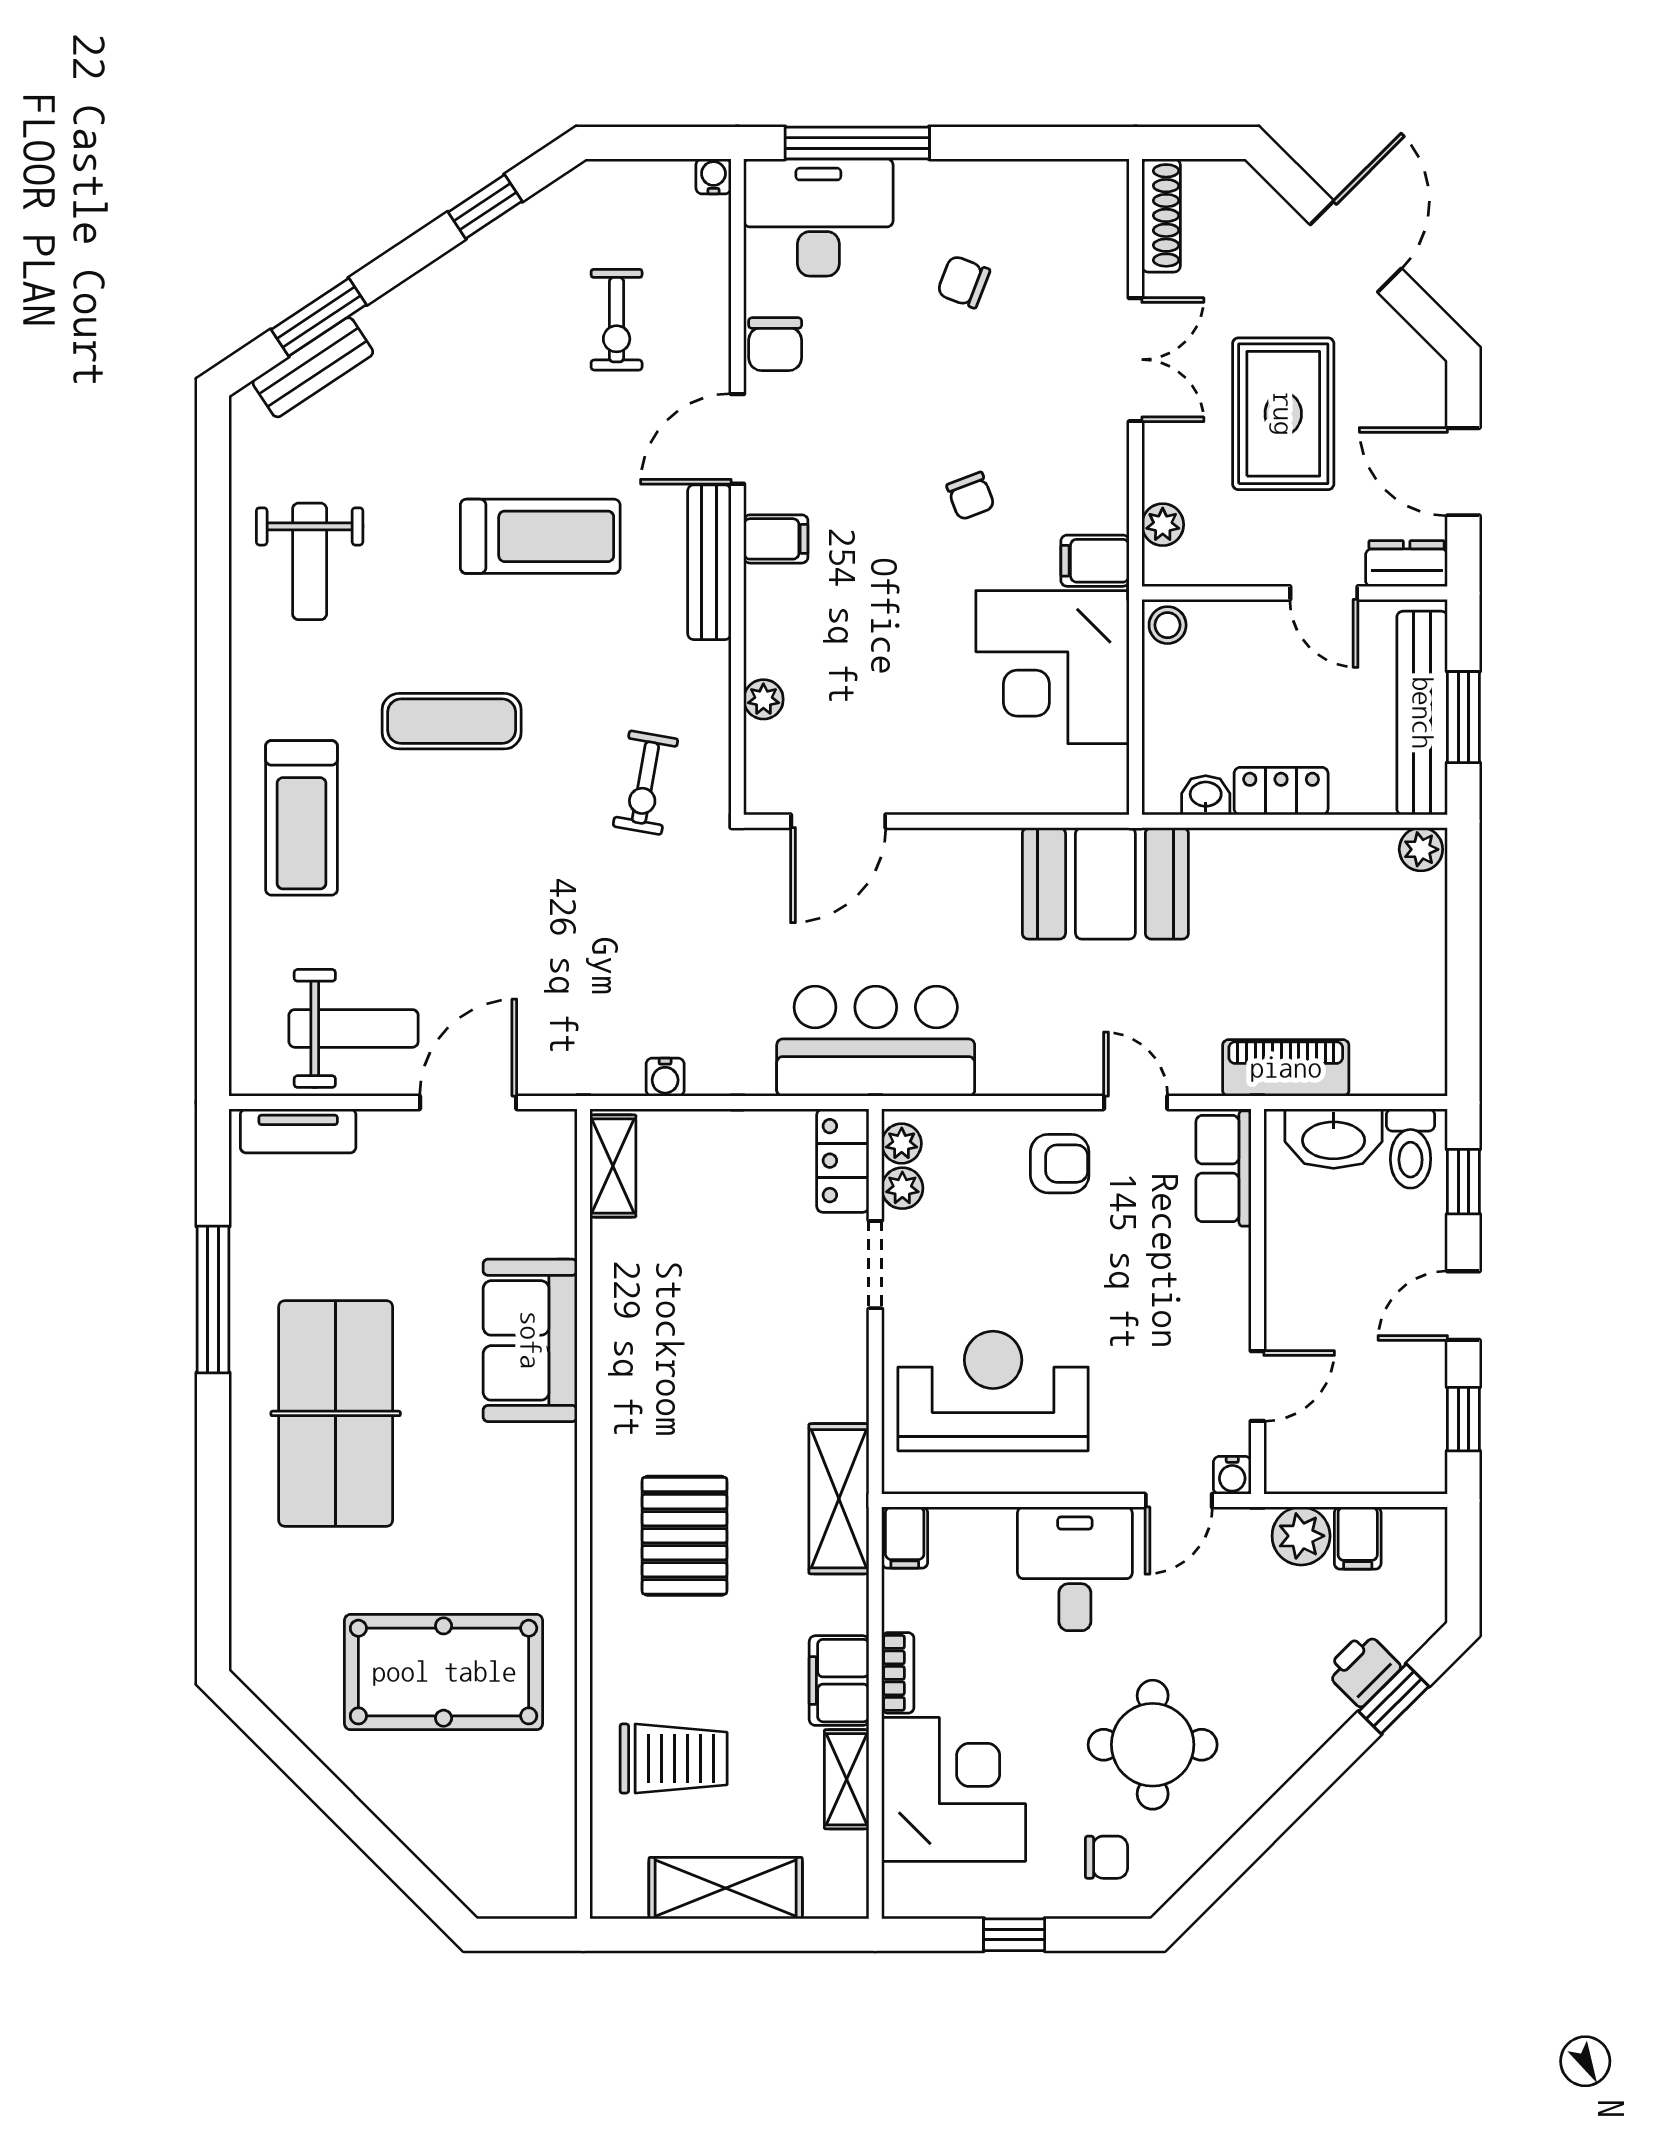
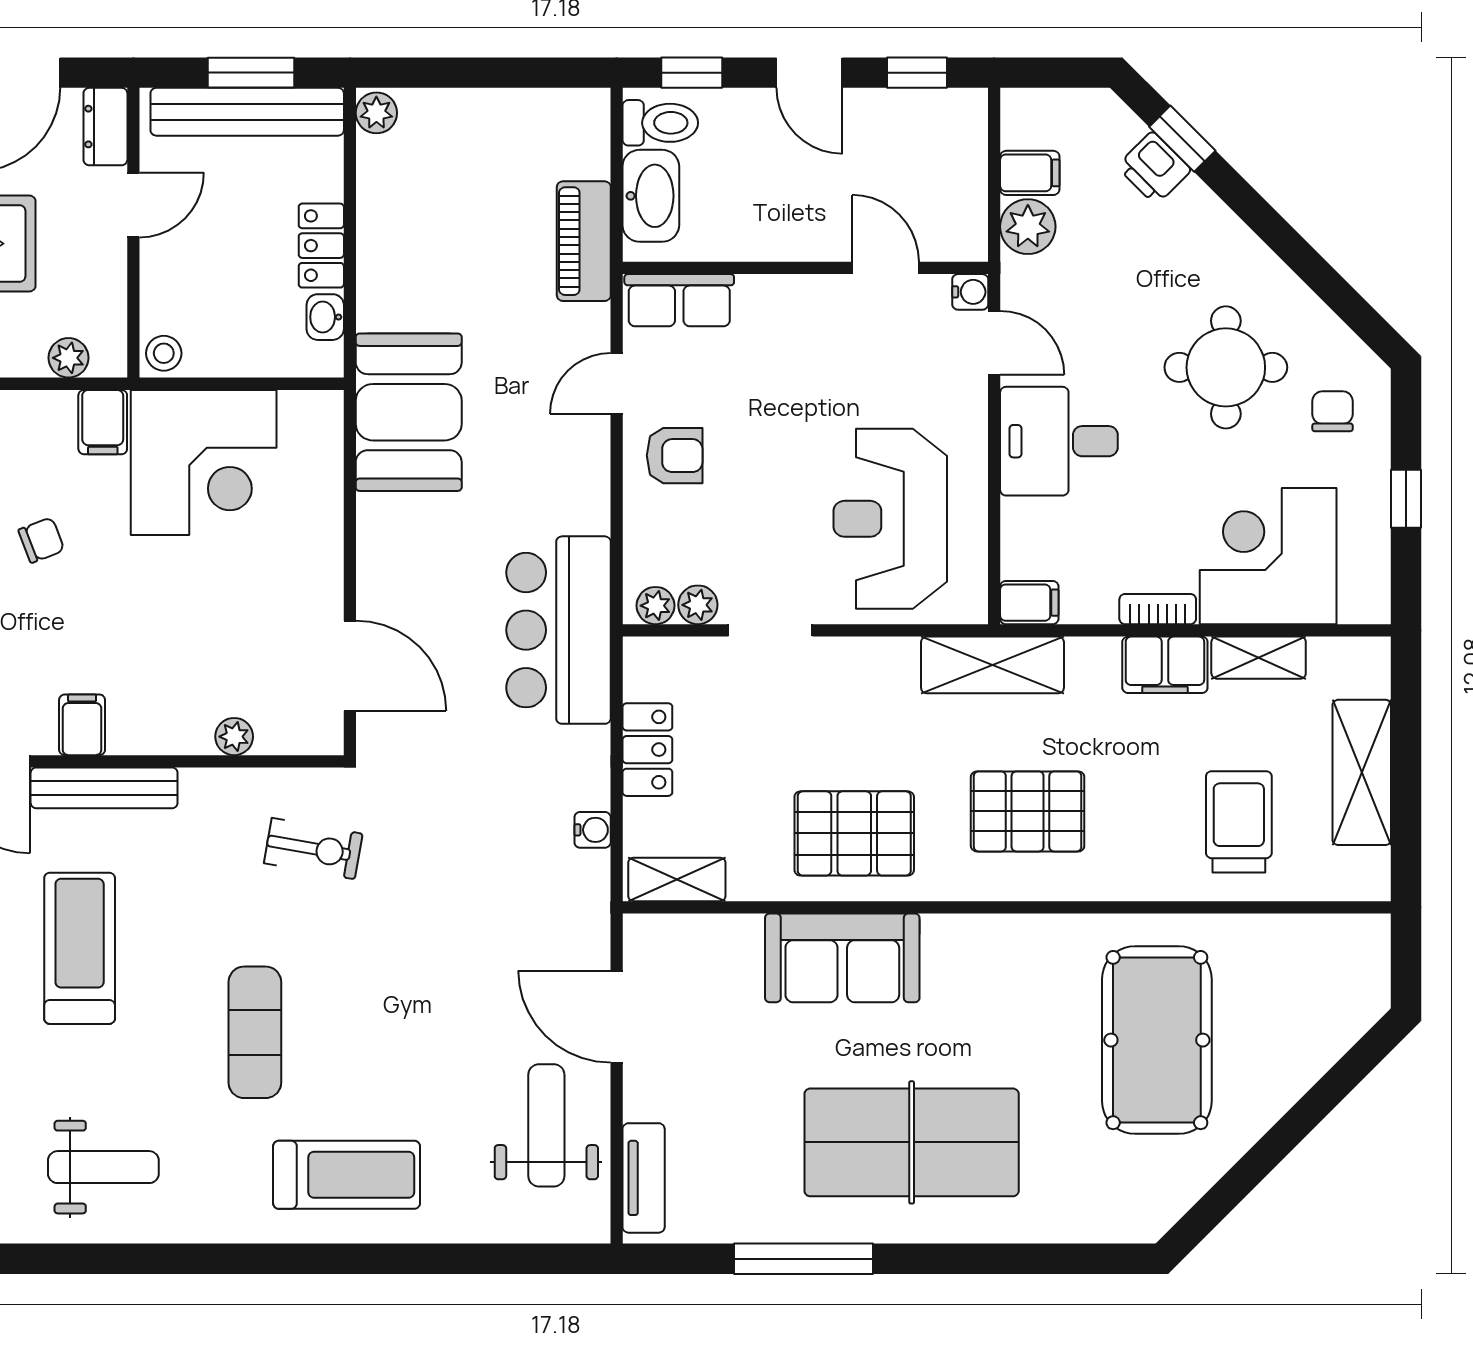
locker: (843, 1161) -> (647, 750), moved, turned -90
armchair: (1060, 1164) -> (675, 456), turned 90
pallet: (661, 1353) -> (854, 833), added

